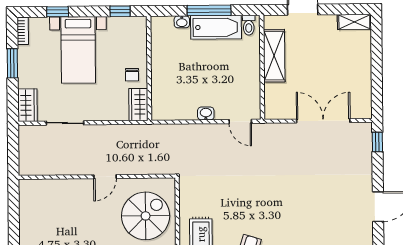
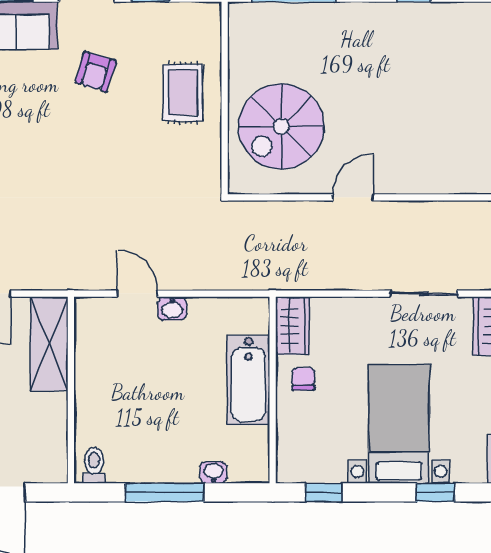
bathtub: (216, 27) -> (248, 380), moved, turned -90
shelving: (274, 56) -> (49, 344), moved
door: (240, 121) -> (137, 294), moved

